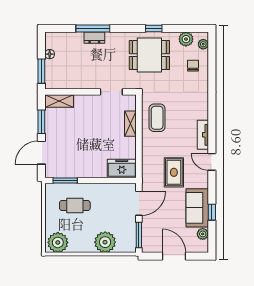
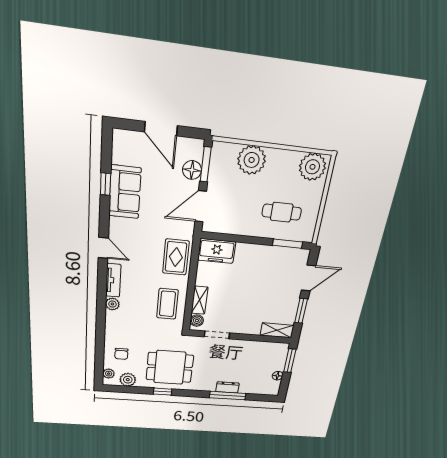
boiler: (131, 104) -> (197, 321), added
rug: (174, 172) -> (176, 257), moved
floor lamp: (149, 230) -> (192, 170), added
plant: (203, 234) -> (112, 304), moved

